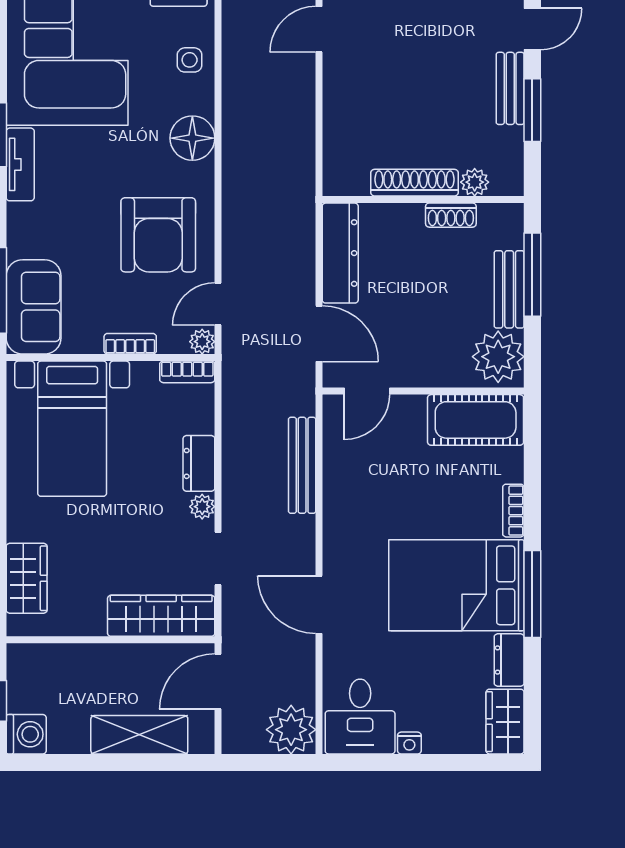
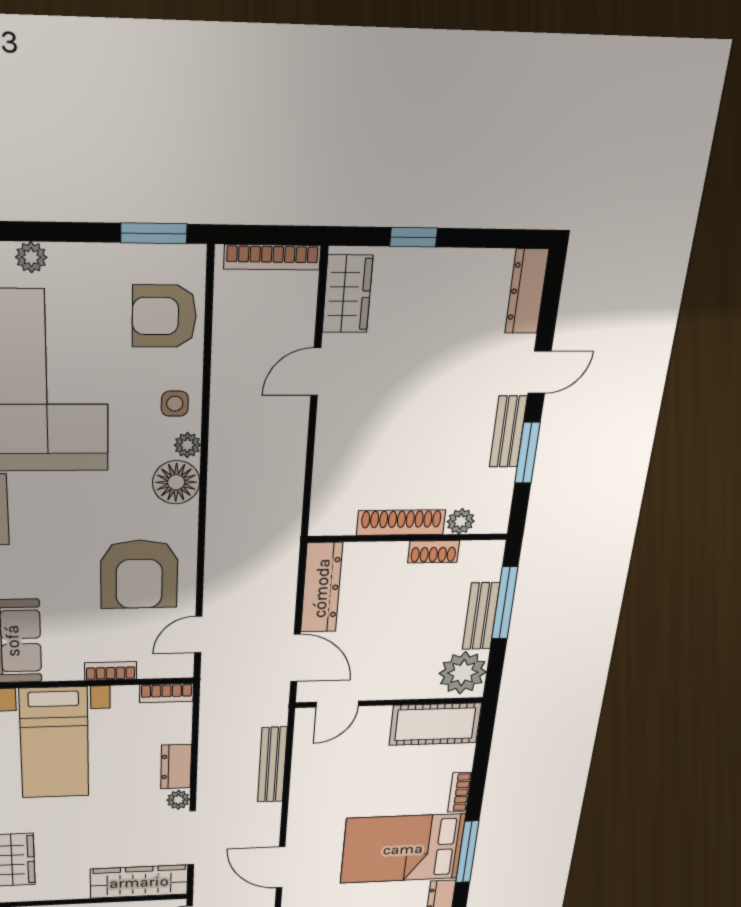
plant: (202, 342) -> (187, 445), moved
doorway: (218, 558) -> (192, 838), width x1.38

